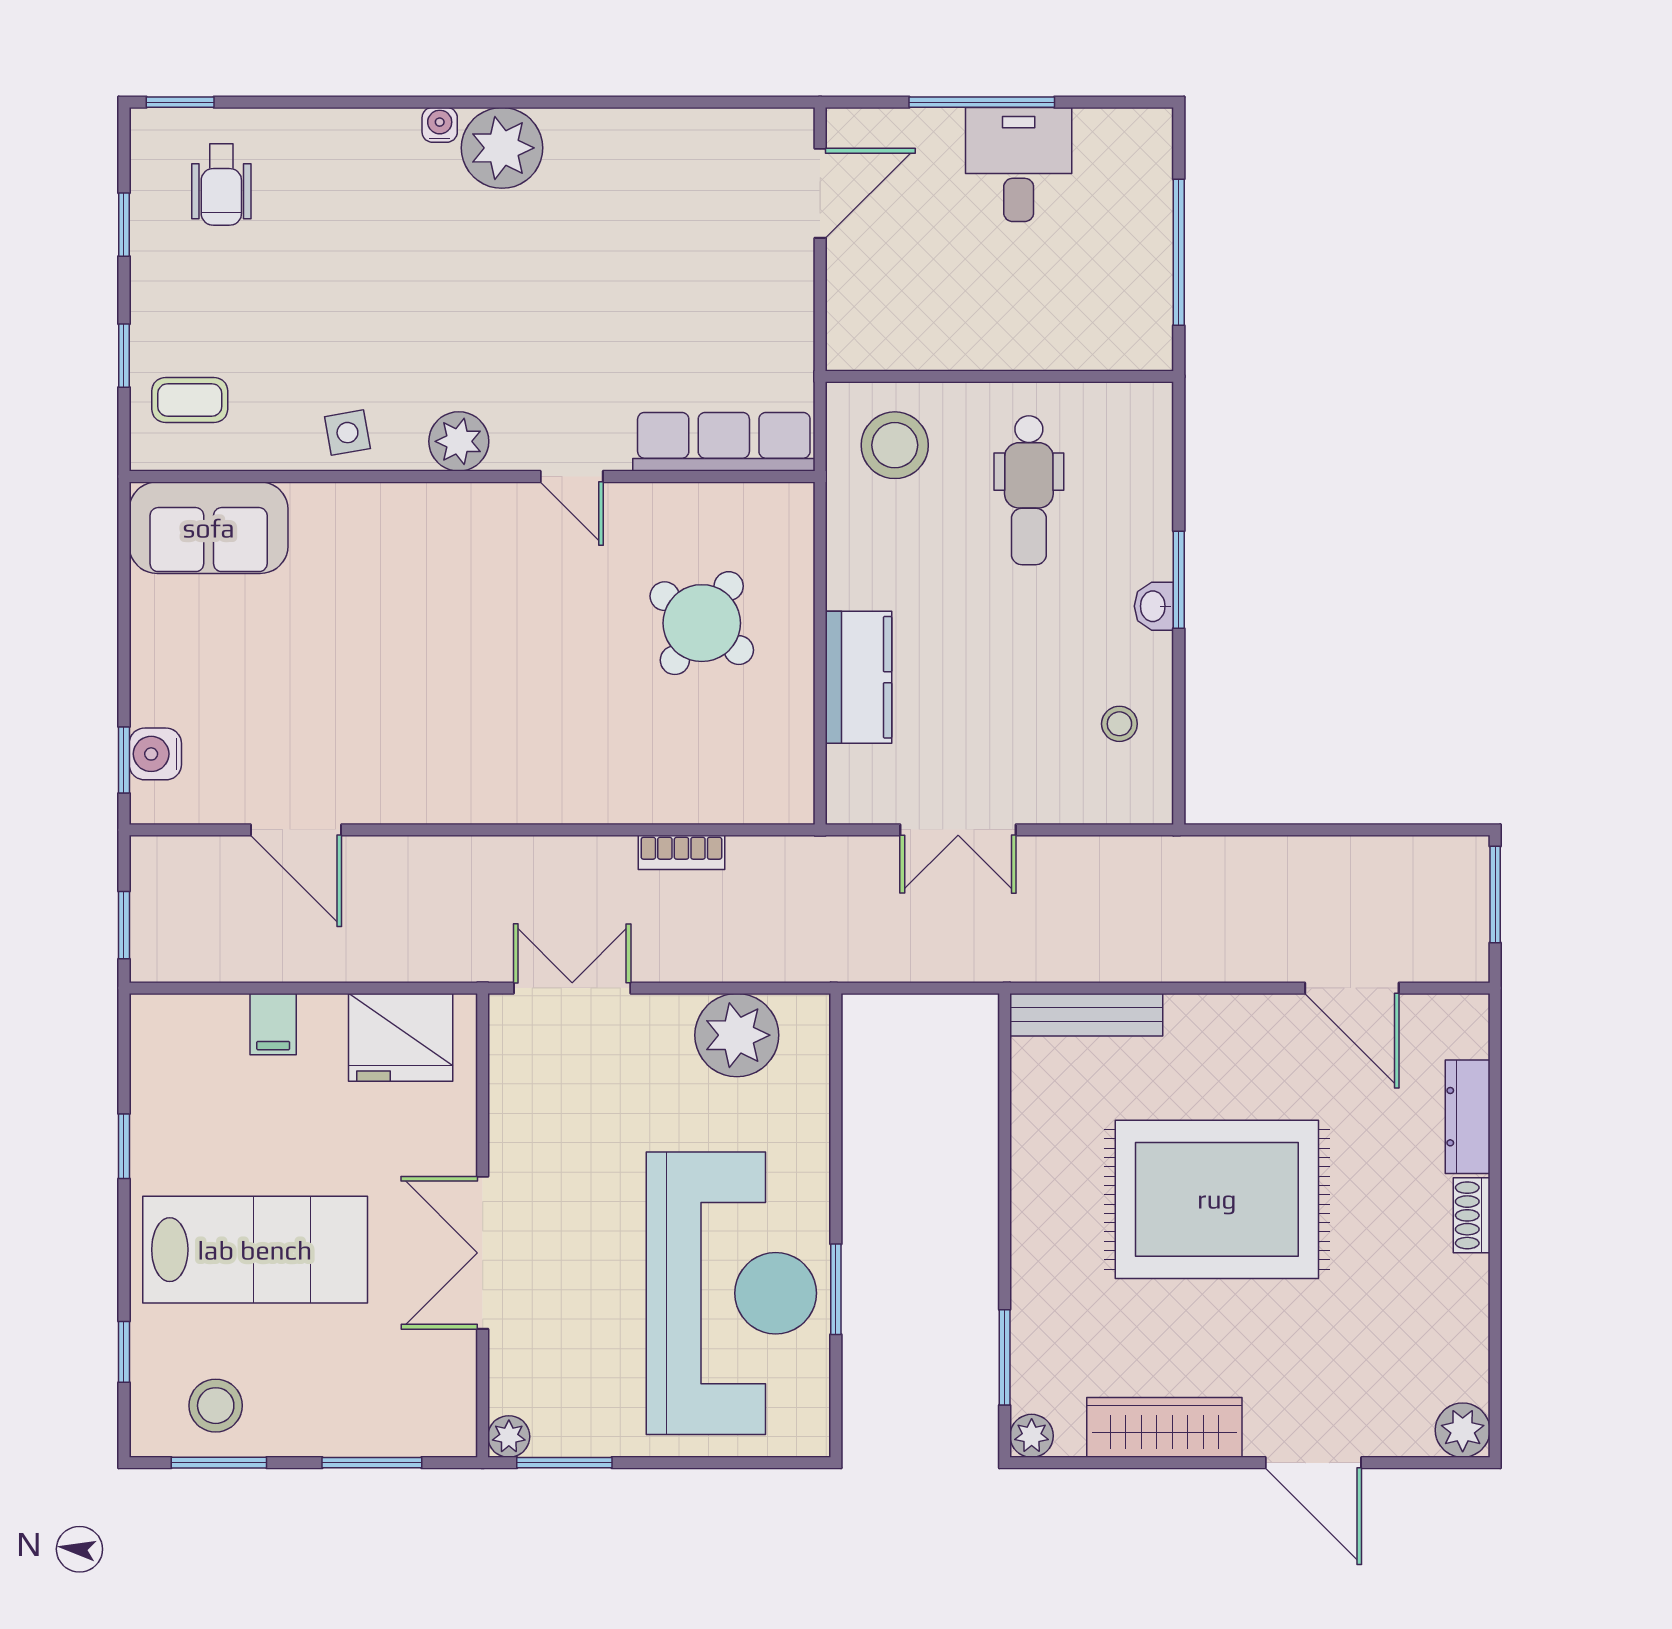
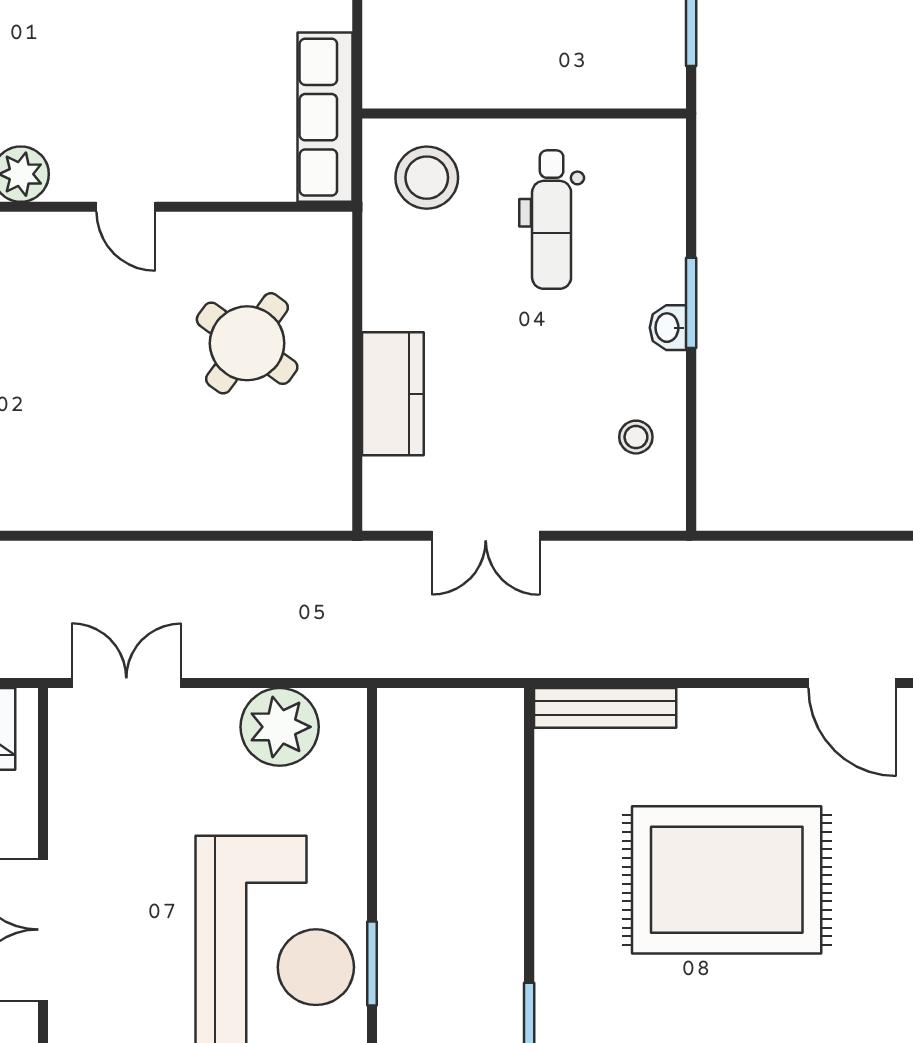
row of seats: (724, 442) -> (325, 117), moved, turned -90
bookcase: (681, 852) -> (228, 557), removed

